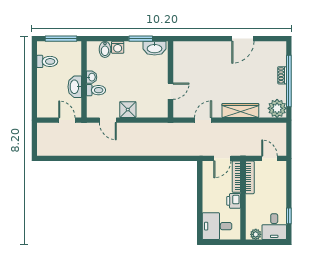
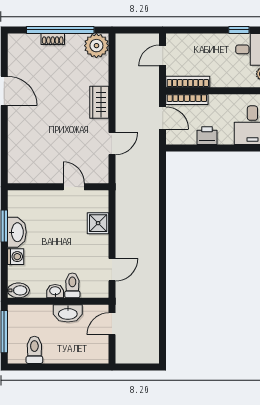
washbasin: (155, 48) -> (17, 232), moved
bidet: (105, 49) -> (18, 290), moved
shower: (128, 110) -> (98, 223), moved
wardrobe: (240, 111) -> (99, 102), width x0.67
door: (203, 120) -> (112, 144), swing flipped
printer: (234, 201) -> (207, 136), moved, turned 180

